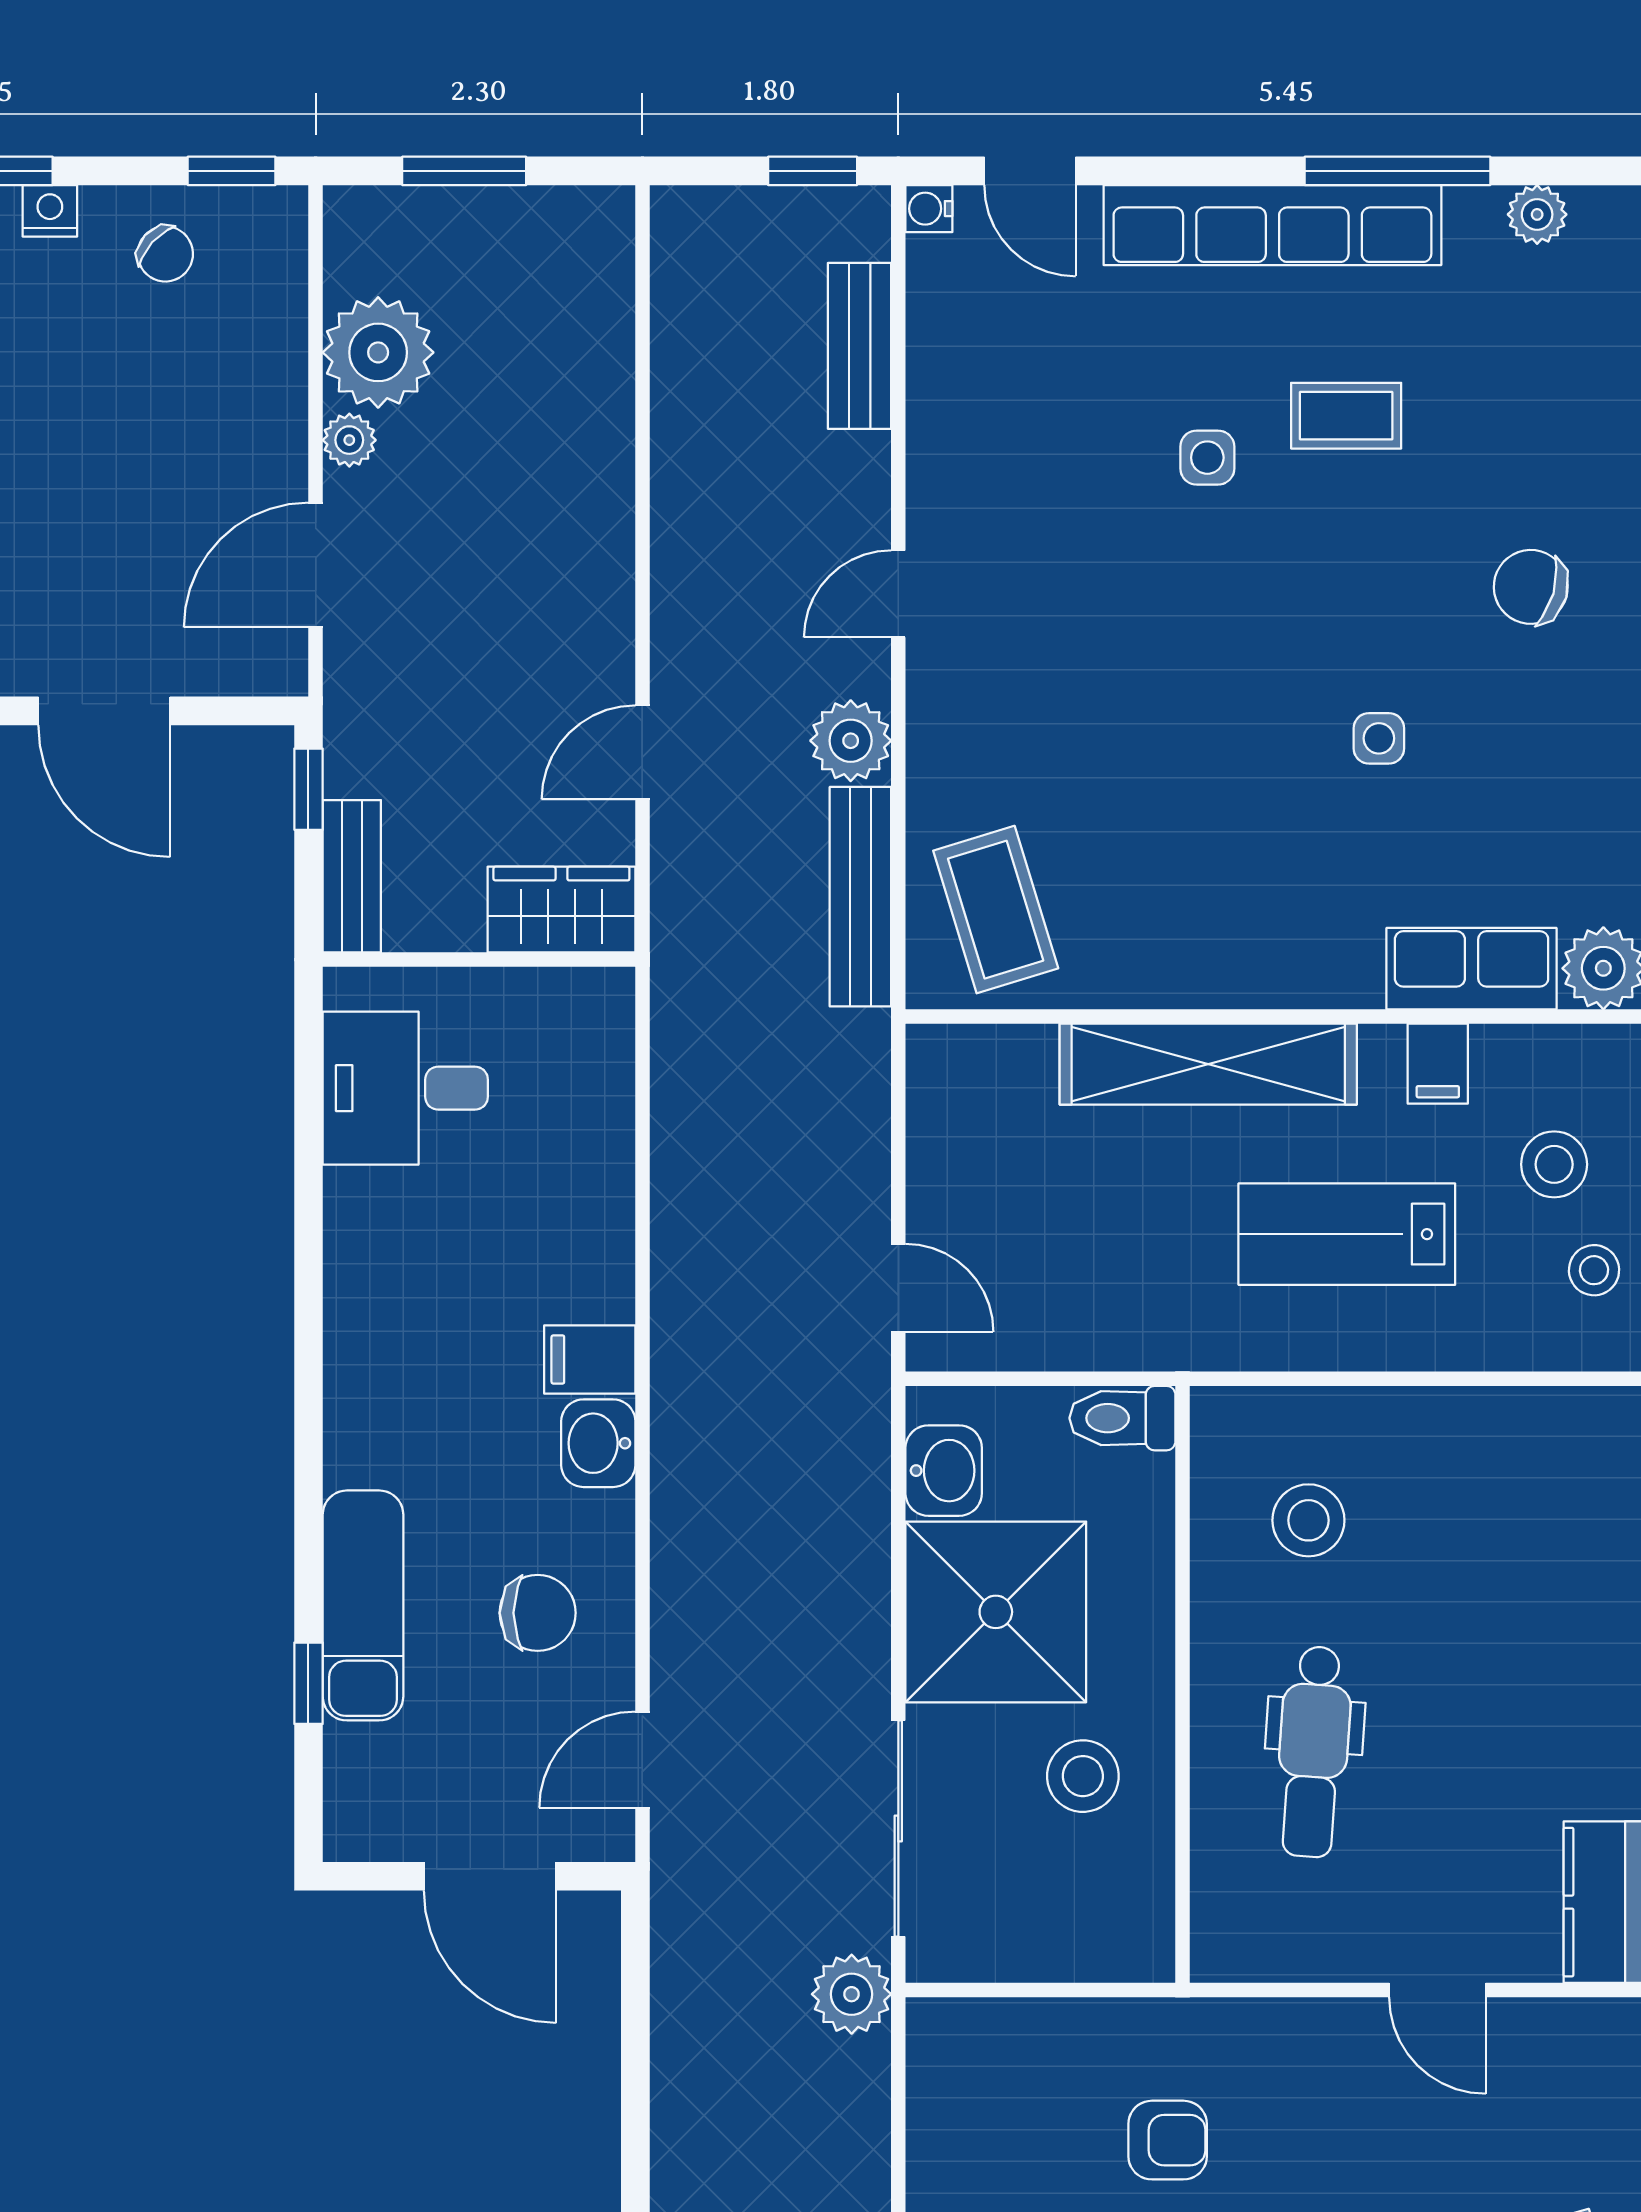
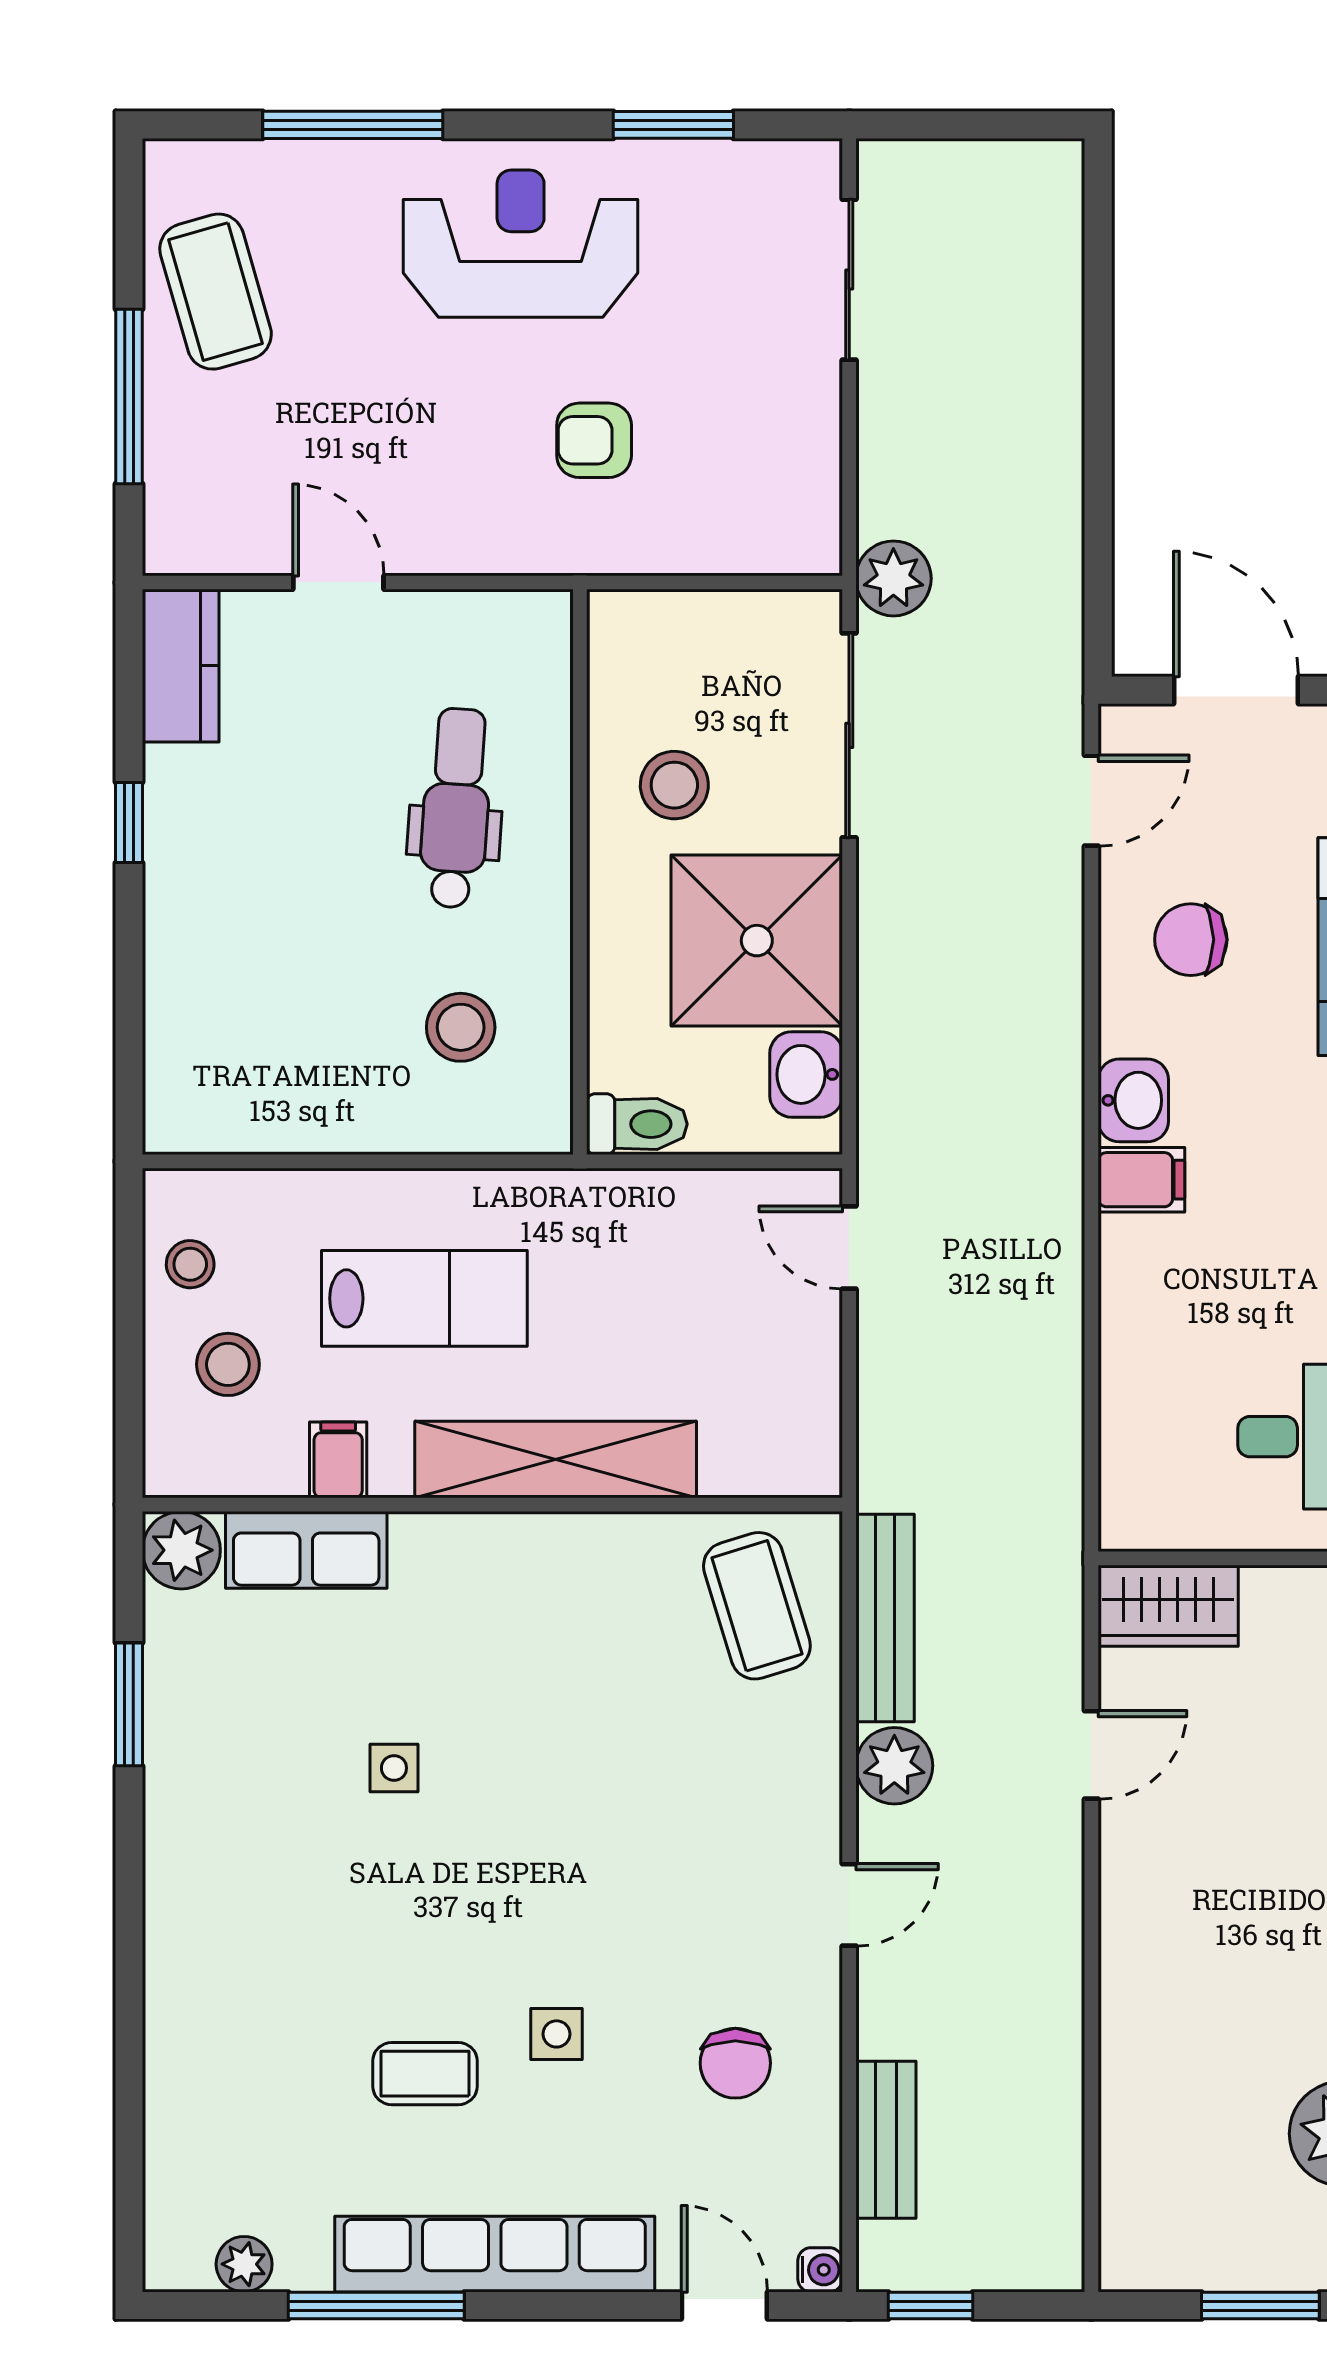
chair: (1531, 587) -> (735, 2063), moved, turned 74

